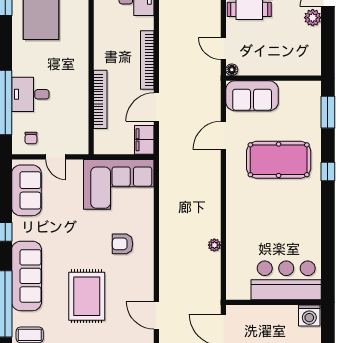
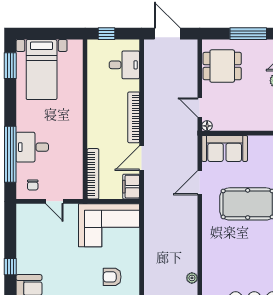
bookcase: (100, 99) -> (93, 174), moved
sofa: (27, 190) -> (29, 230), removed

